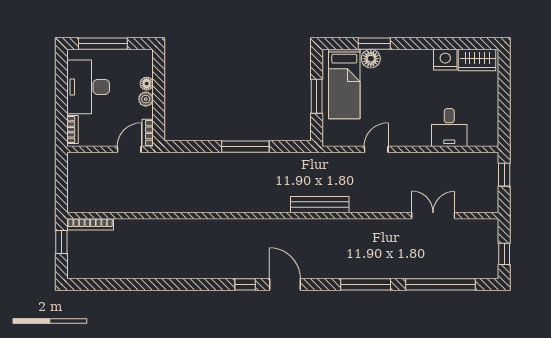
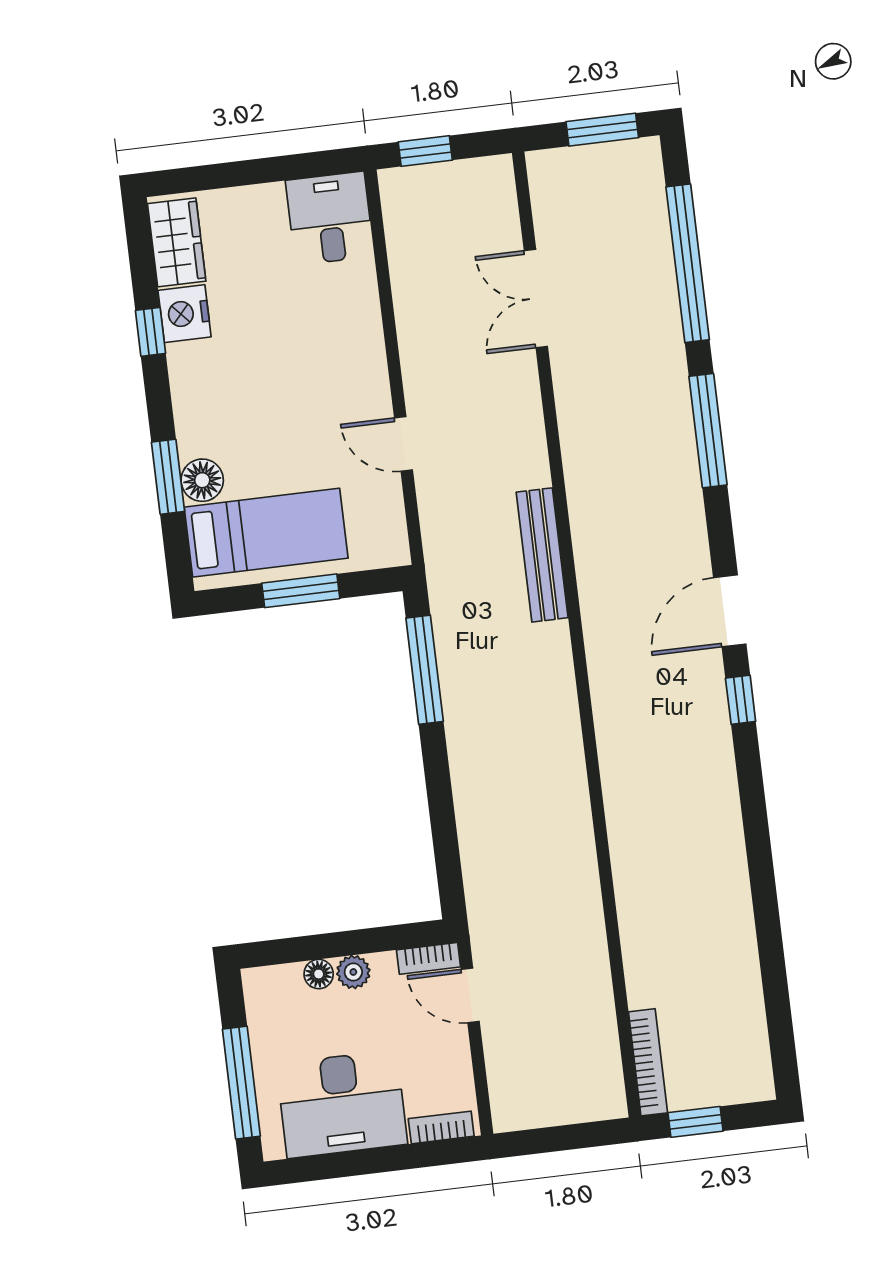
window: (439, 44) -> (151, 332), added
desk: (449, 128) -> (330, 218), moved, turned -90
window: (245, 147) -> (425, 670), moved
window: (504, 254) -> (602, 130), width x1.50

